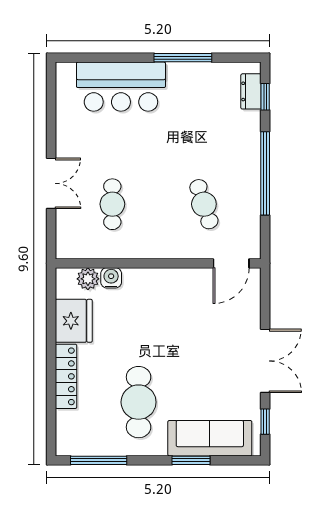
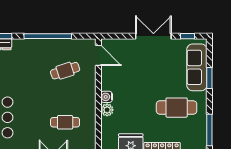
water cooler: (111, 278) -> (107, 97), moved
plant: (88, 279) -> (107, 110), moved

